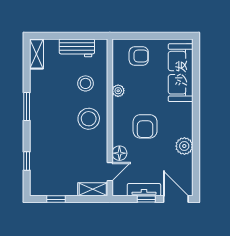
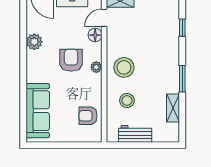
shelving: (36, 54) -> (173, 108), moved
armchair: (139, 56) -> (88, 116), moved
plant: (118, 91) -> (96, 67), moved

